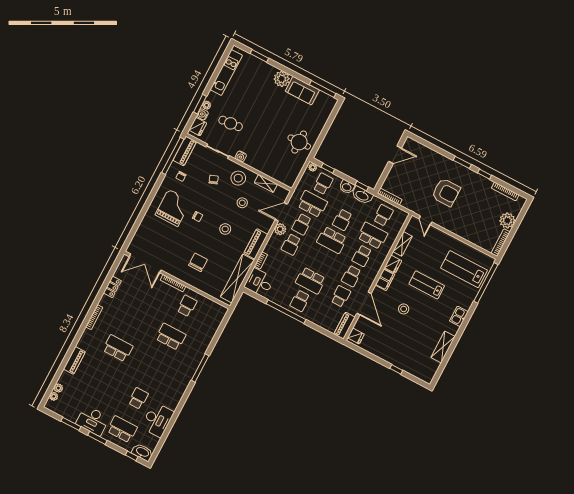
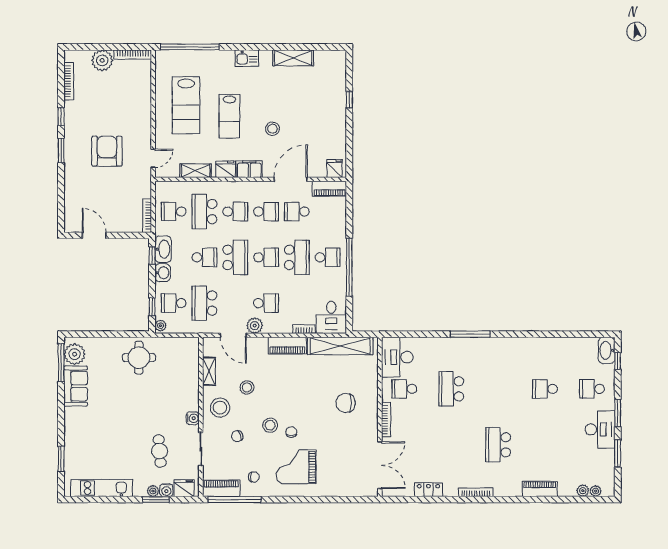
plant: (282, 79) -> (75, 354), moved
school desk: (302, 224) -> (266, 257), moved
stool: (225, 229) -> (270, 425), moved
lab bench: (464, 269) -> (186, 105), moved
desk: (157, 420) -> (397, 357), moved, turned -90
school desk: (122, 429) -> (592, 389), width x0.54

